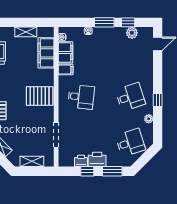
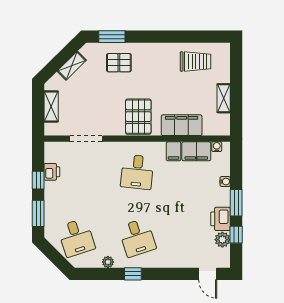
filing cabinet: (46, 53) -> (182, 125), moved
printer: (97, 159) -> (221, 219), moved, turned 180

